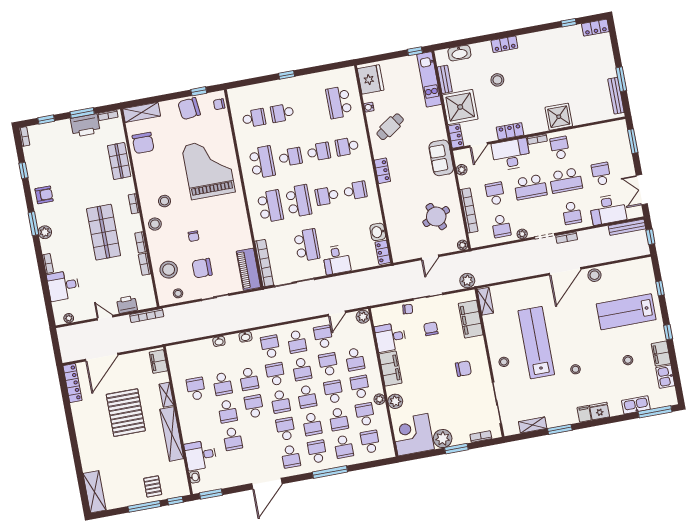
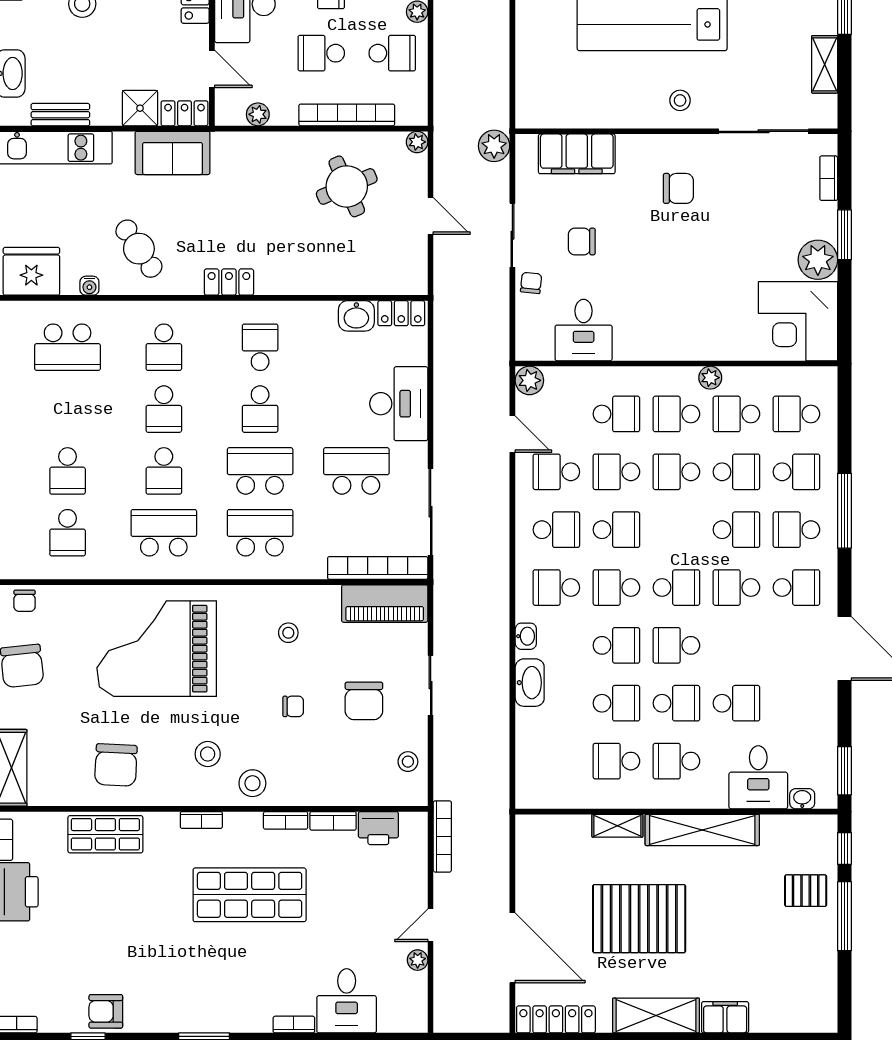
shower: (460, 107) -> (140, 108), width x0.54, depth x0.54
school desk: (254, 118) -> (68, 533), turned 180
chair: (143, 143) -> (116, 765), moved, turned 93
school desk: (319, 152) -> (164, 409), turned 180
school desk: (290, 157) -> (164, 471), turned 180
sofa: (441, 158) -> (172, 153), moved
armchair: (44, 195) -> (106, 1011), moved, turned -90
plant: (45, 232) -> (227, 1019), removed
desk: (337, 260) -> (399, 404), width x1.37
stool: (169, 270) -> (288, 633), moved, width x0.53, depth x0.53
shelving: (485, 301) -> (545, 116), removed
printer: (127, 304) -> (378, 828), moved, turned -90
plant: (69, 318) -> (418, 960), moved
washbasin: (219, 341) -> (530, 683), width x1.91, depth x1.45
filing cabinet: (158, 362) -> (725, 1017), moved, turned 180
filing cabinet: (391, 369) -> (650, 342), removed
chair: (463, 369) -> (678, 188), turned 90
school desk: (307, 397) -> (676, 761), moved, turned 180
plant: (395, 401) -> (721, 345), removed
shelving: (95, 492) -> (656, 1015), moved

